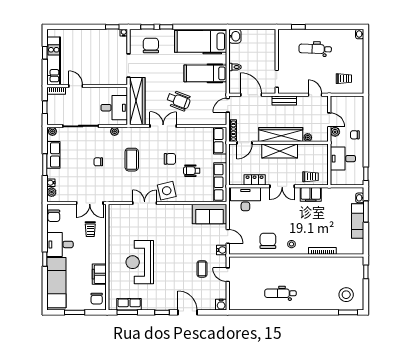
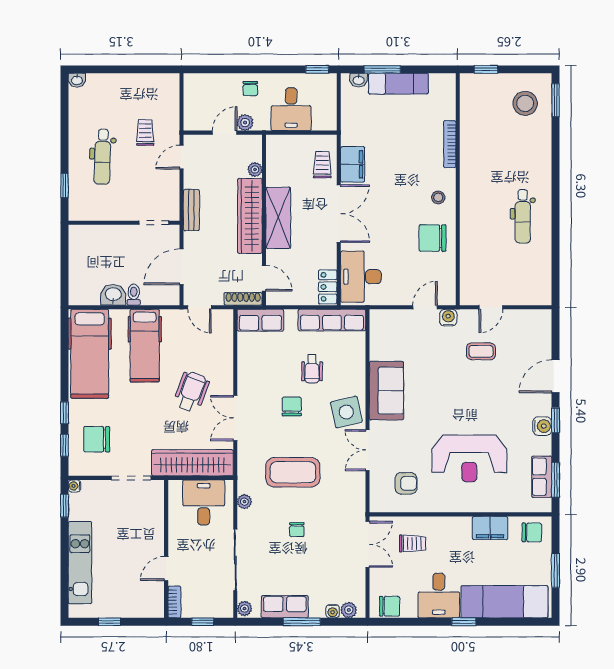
washbasin: (235, 36) -> (113, 295), moved
kitchen unit: (54, 61) -> (80, 563), moved, turned 90
trolley: (344, 79) -> (145, 133), moved
coffee table: (132, 160) -> (293, 472), width x1.36, depth x1.32
locker: (255, 180) -> (328, 287), moved
double door: (282, 186) -> (339, 214), width x1.37
sofa: (209, 214) -> (386, 391), moved
armchair: (125, 225) -> (406, 483), added
water cooler: (221, 305) -> (542, 426), moved

